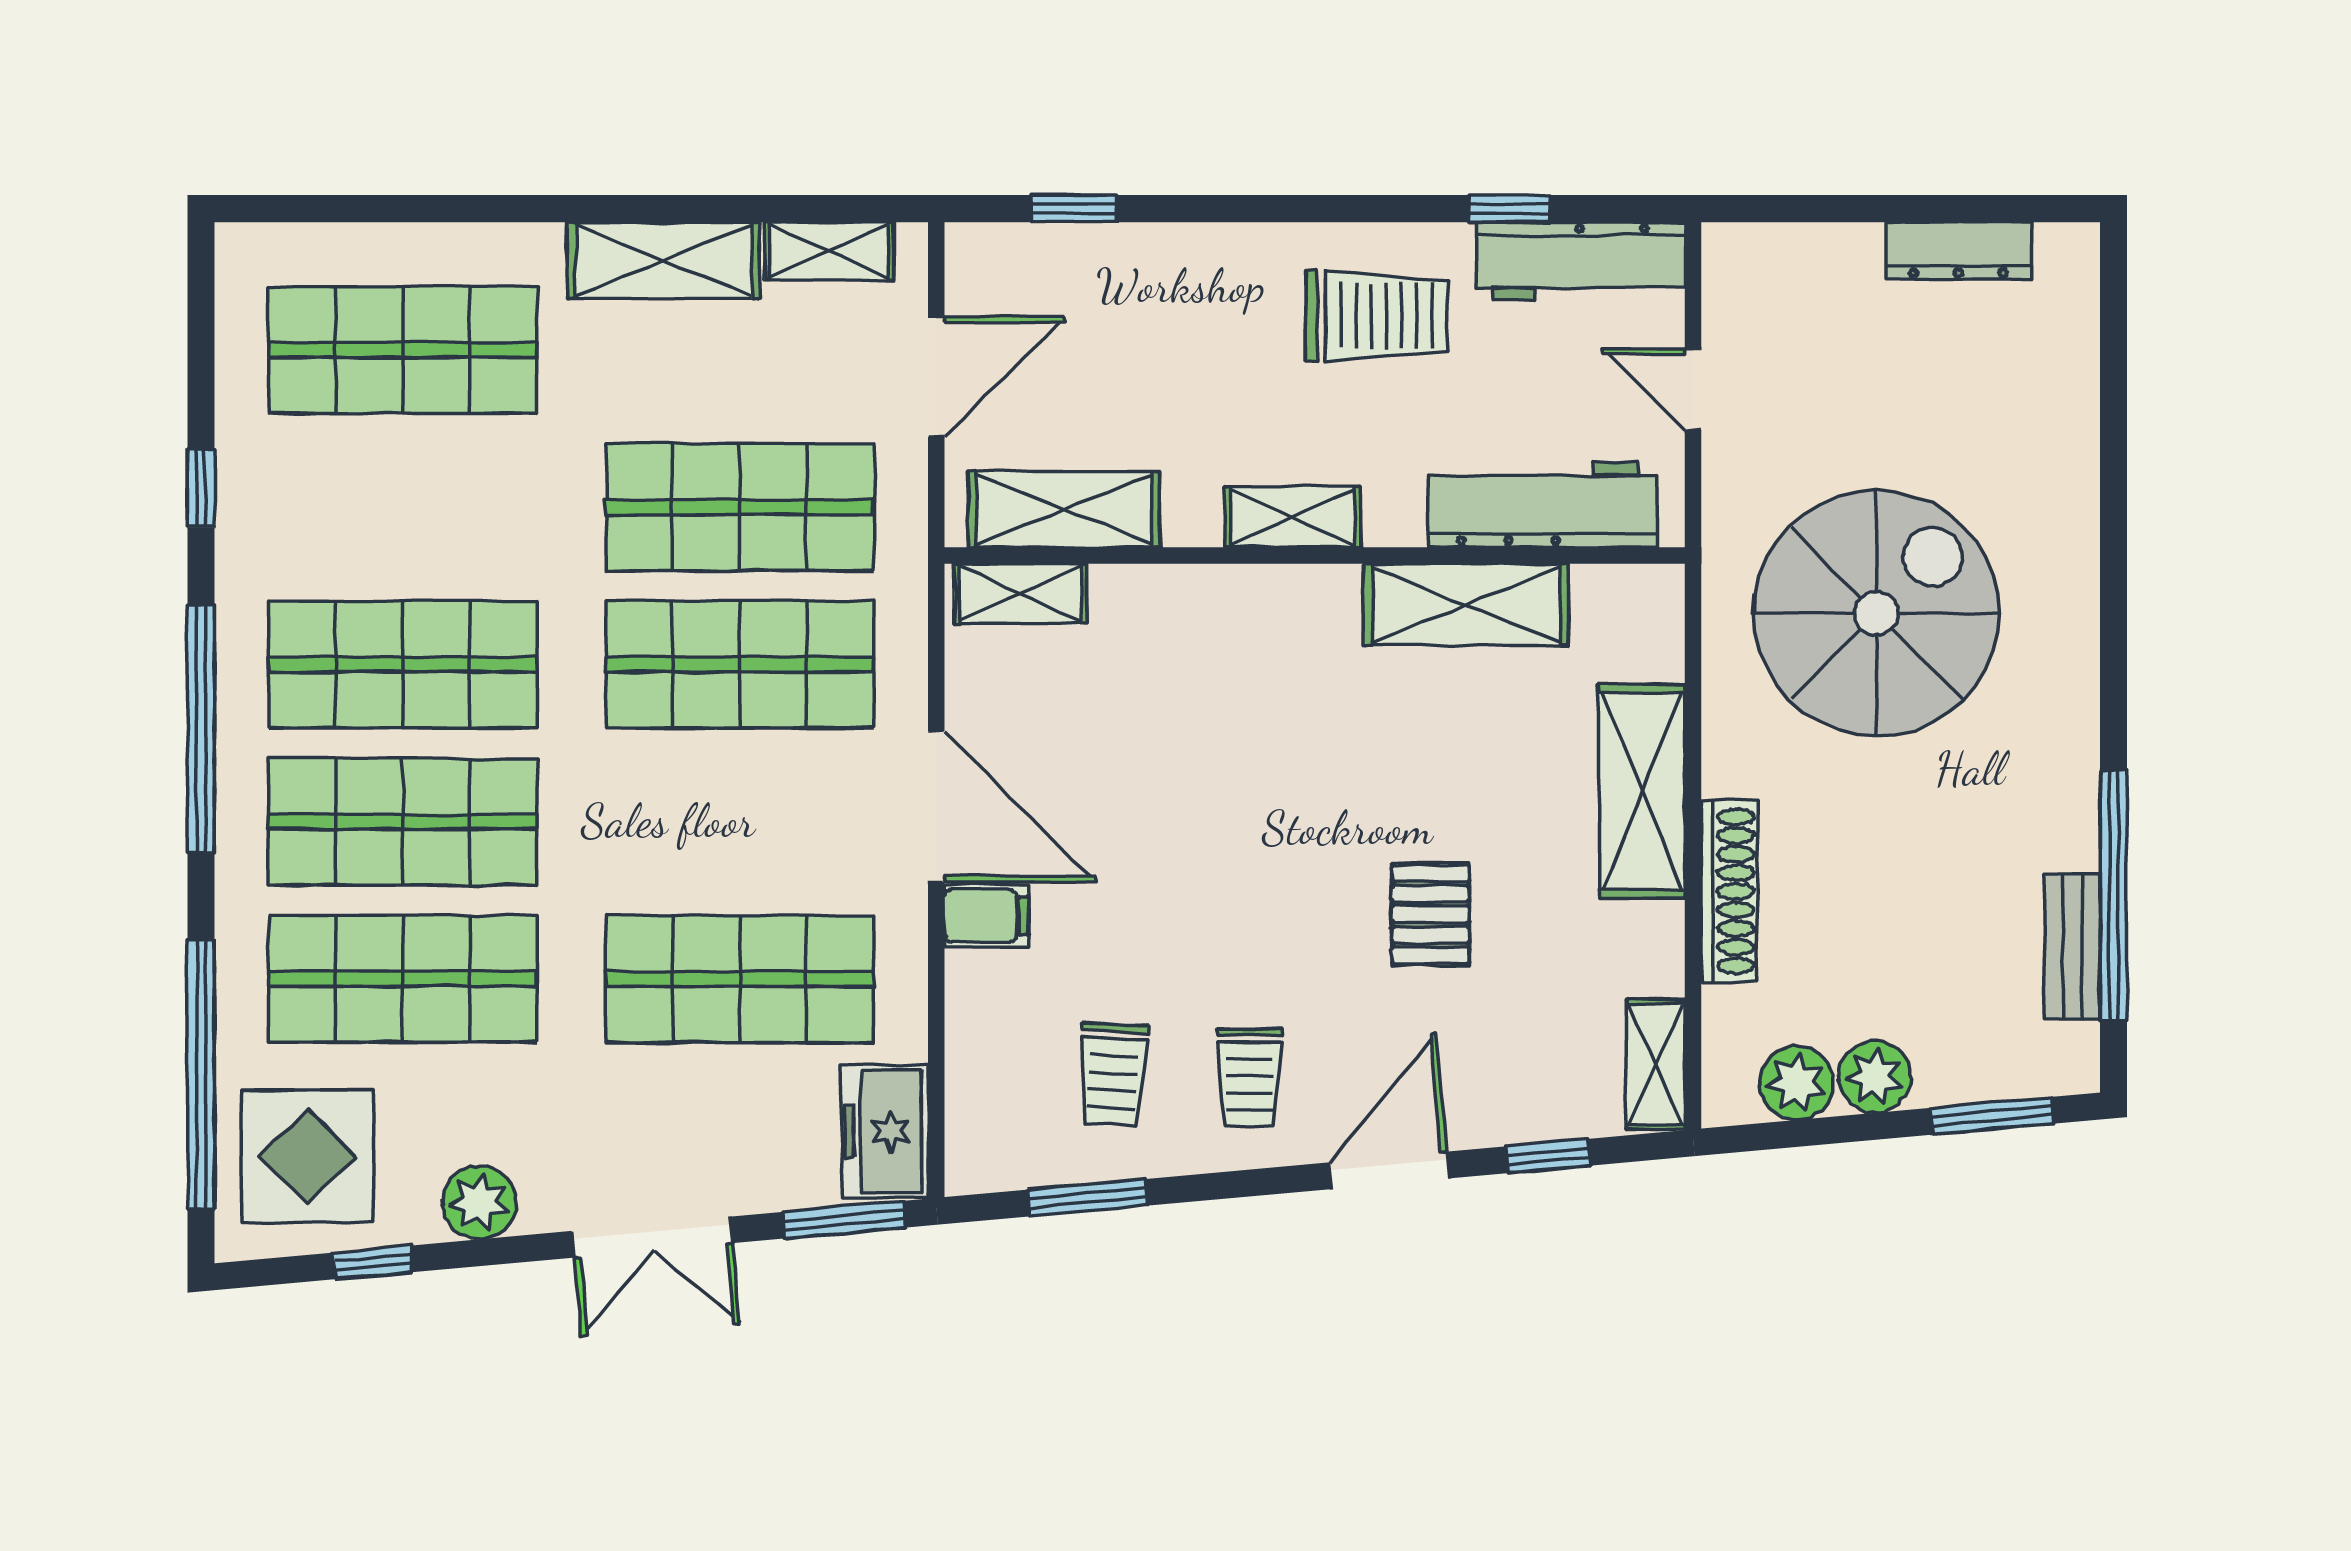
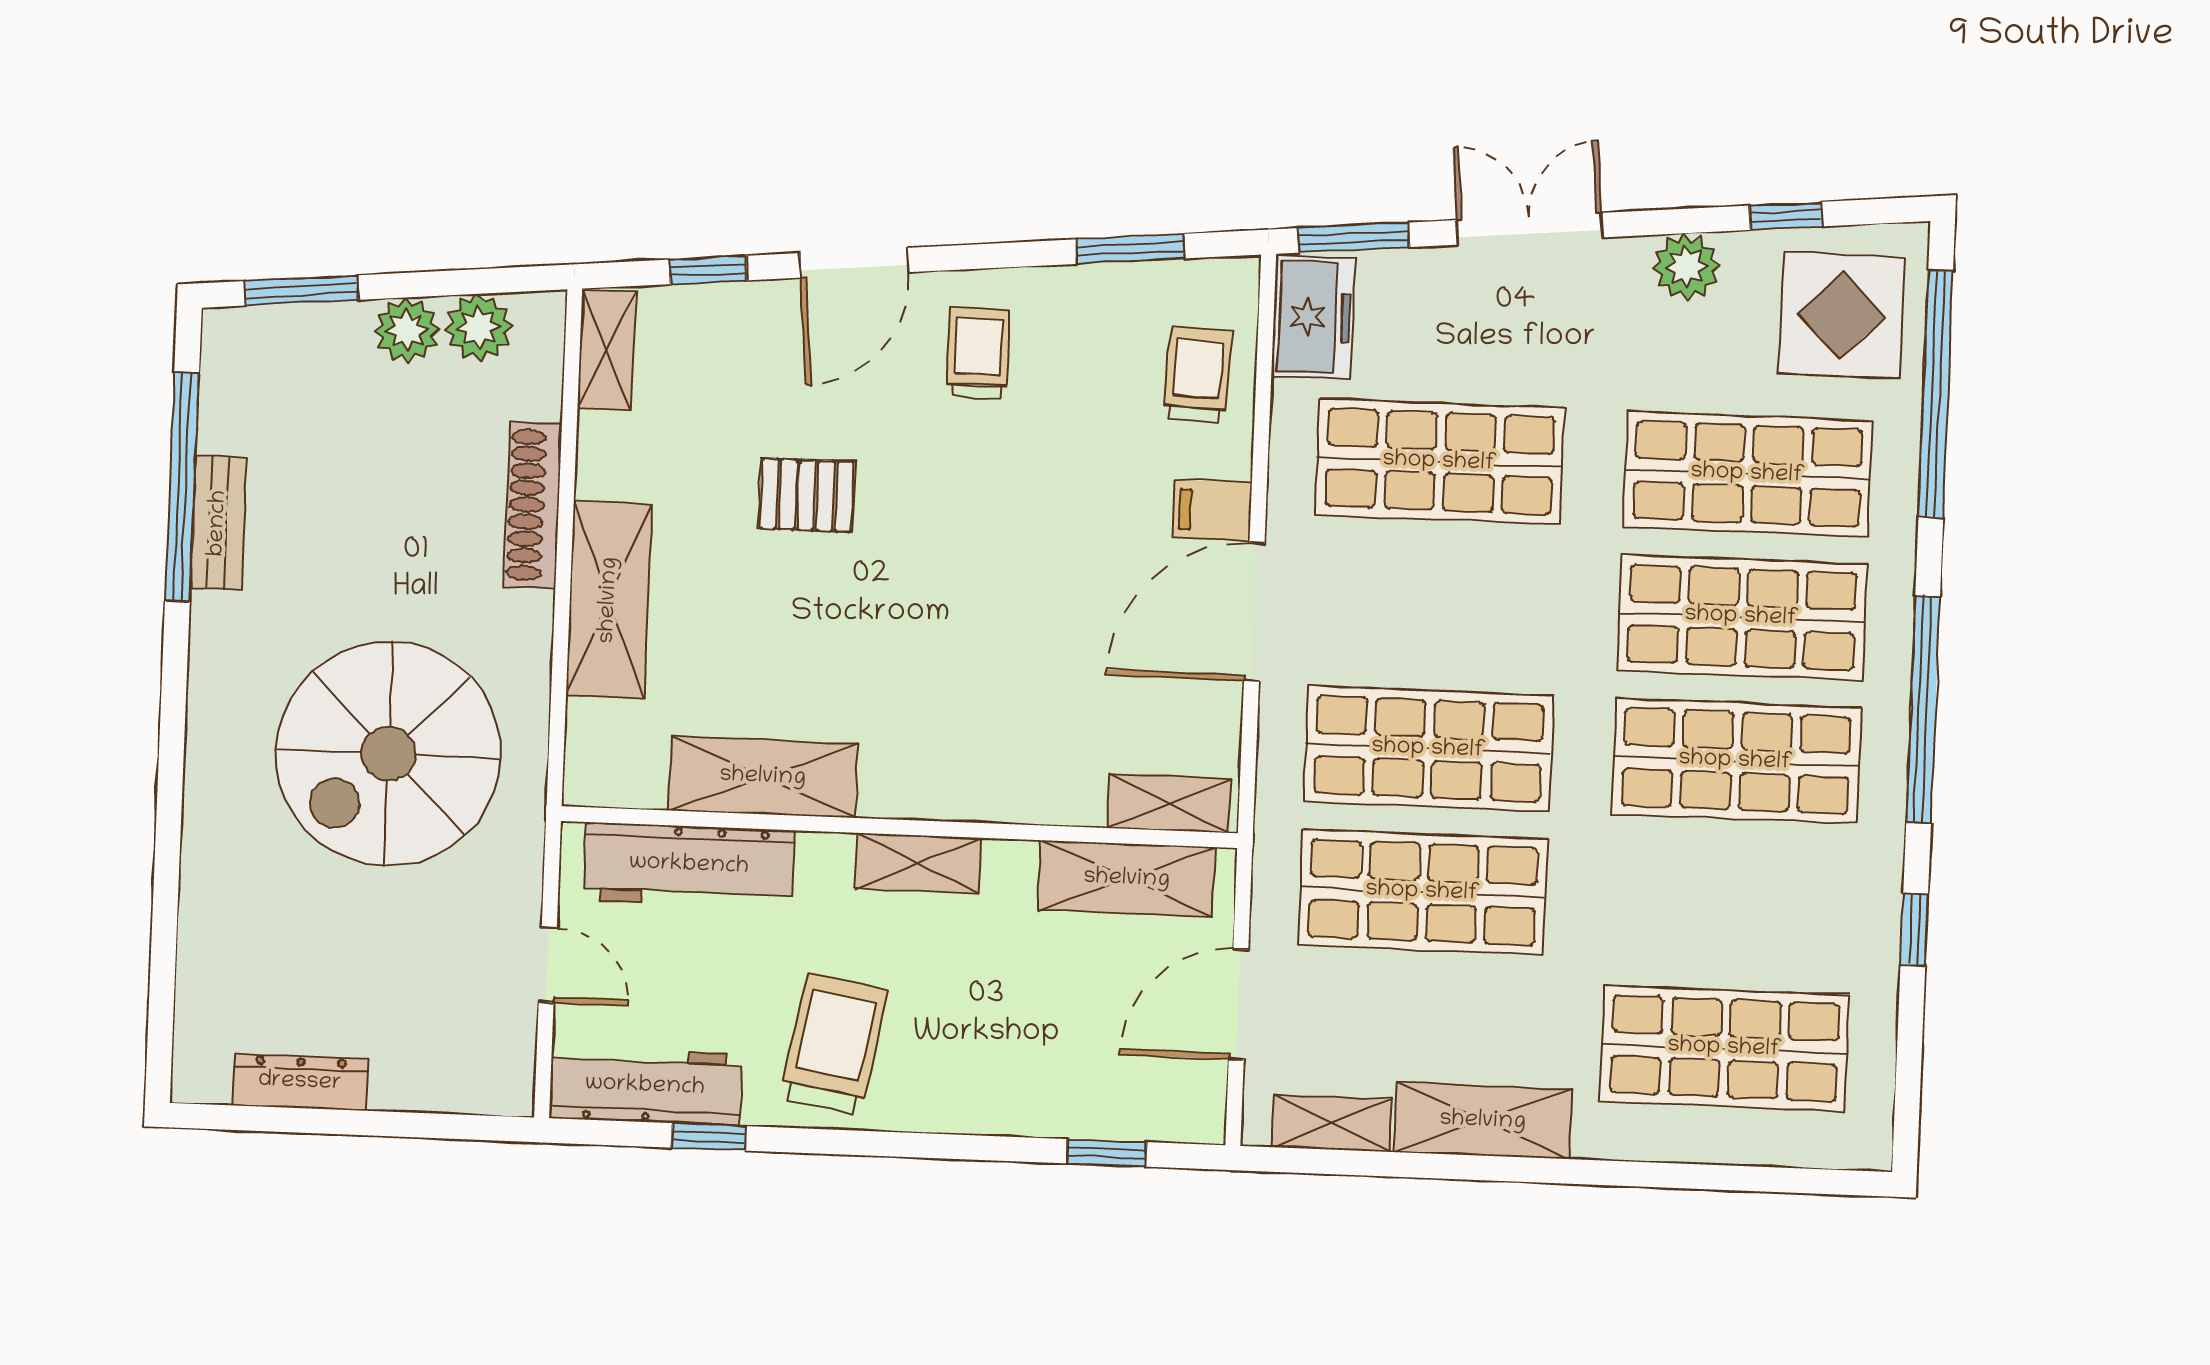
trolley: (1377, 316) -> (834, 1044), turned 100
door: (936, 807) -> (1254, 612), hinge flipped
pallet: (1430, 914) -> (807, 495), turned 90
bench: (2072, 947) -> (218, 523), moved
trolley: (1113, 1075) -> (1198, 375), moved

